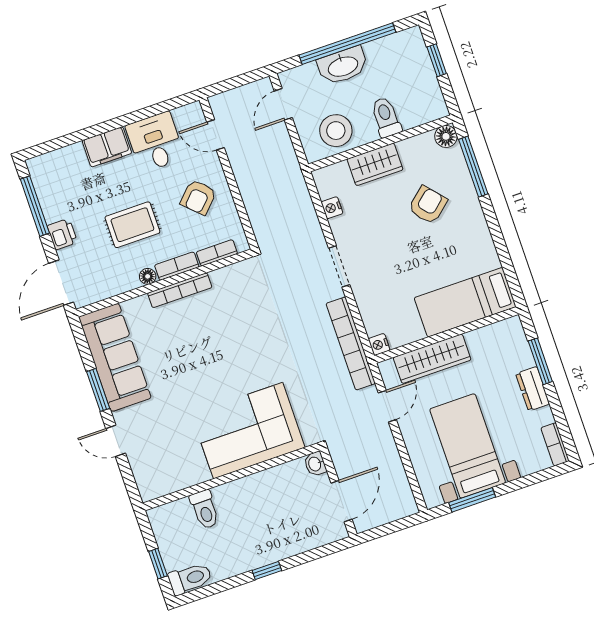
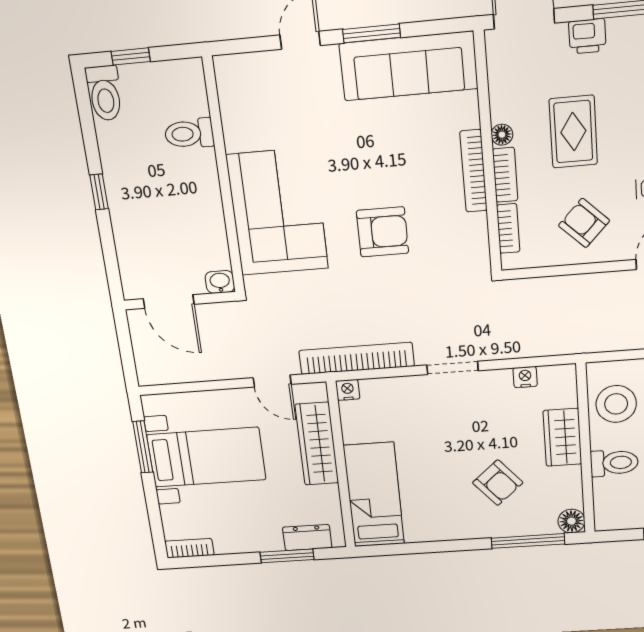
armchair: (243, 347) -> (382, 232), added
dresser: (533, 389) -> (307, 538), moved

